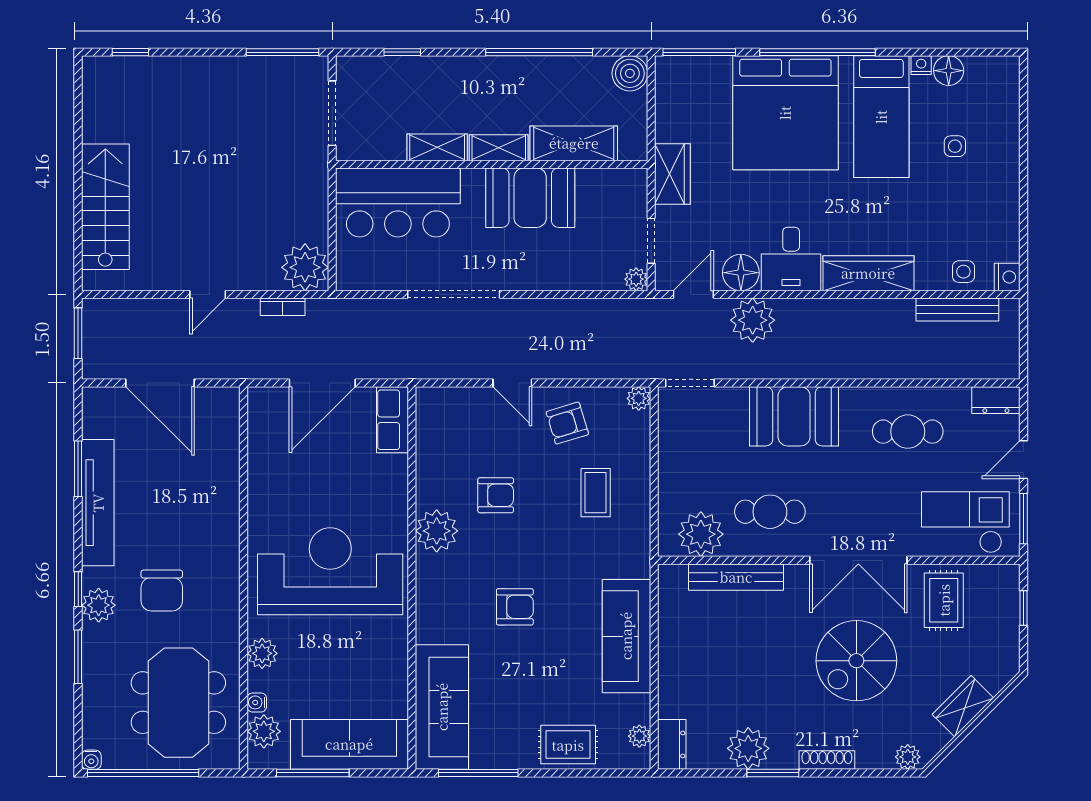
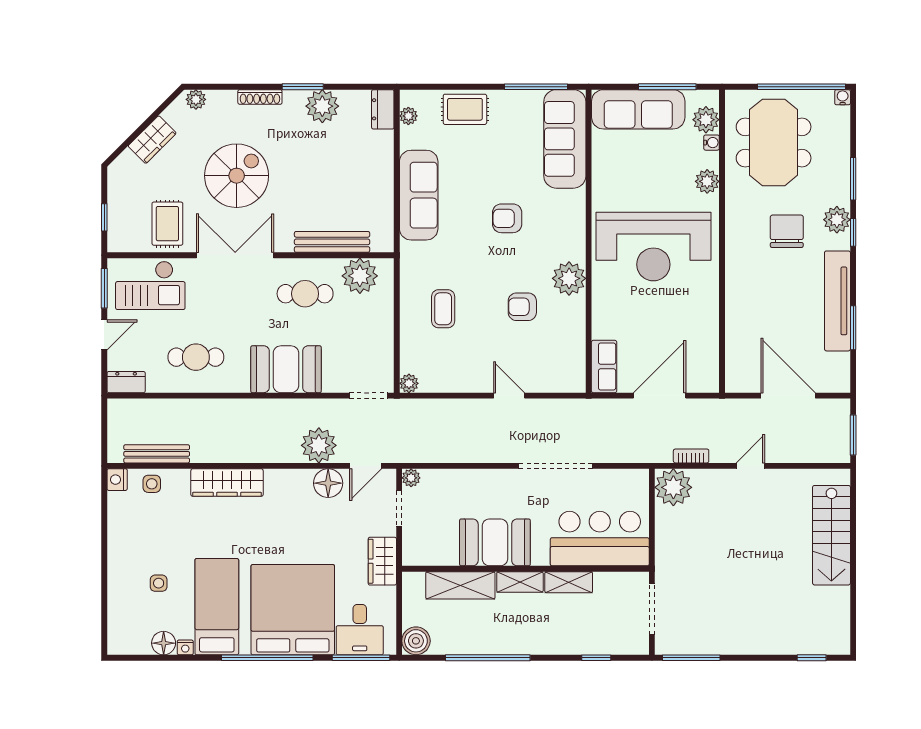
desk: (791, 259) -> (360, 630), moved, turned 180
armchair: (567, 423) -> (466, 364), removed

